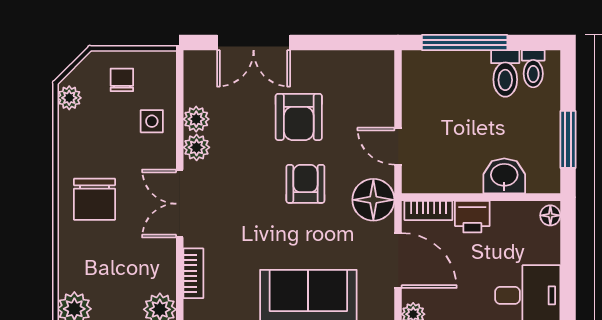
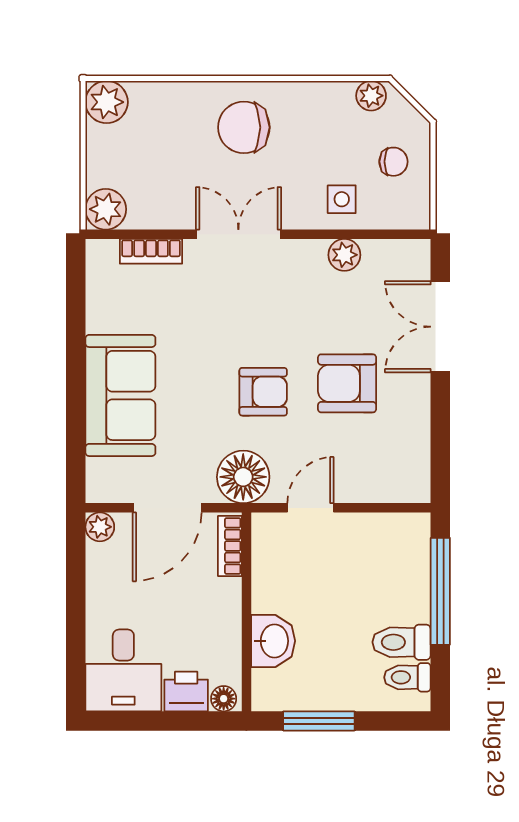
plant: (197, 147) -> (309, 255), removed
printer: (472, 217) -> (186, 691), moved, turned 90

